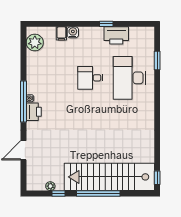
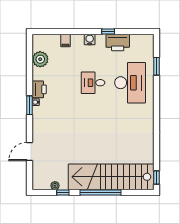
water cooler: (73, 32) -> (90, 40), moved
plant: (35, 42) -> (40, 59), moved
desk: (129, 78) -> (130, 83), turned 180
window: (24, 102) -> (30, 105), width x0.47
printer: (34, 112) -> (39, 89), moved

